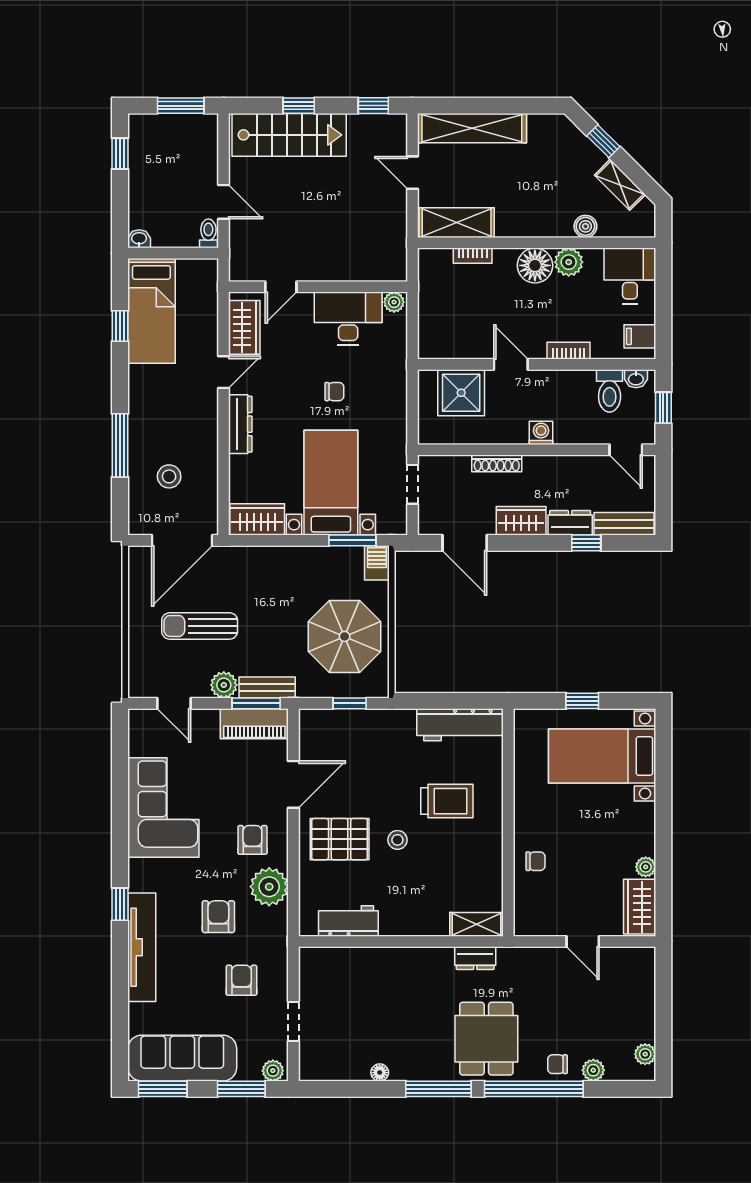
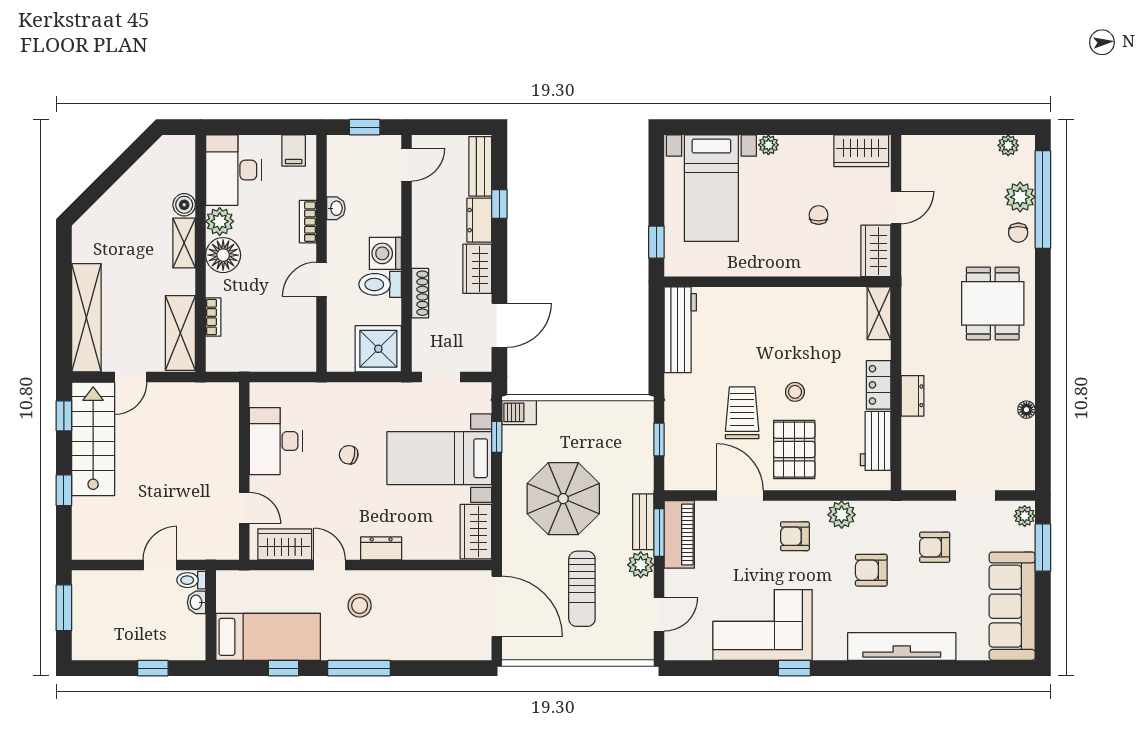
stairs: (289, 135) -> (93, 439), moved
window: (603, 141) -> (99, 187), removed
window: (120, 154) -> (153, 668), moved
shelving: (620, 185) -> (184, 243), moved, turned -45
washbasin: (139, 239) -> (197, 602), moved
desk: (630, 276) -> (233, 170), width x1.37
plant: (394, 302) -> (260, 395), removed
washbasin: (636, 379) -> (336, 208), moved
toilet: (610, 391) -> (380, 284), moved, turned 180
chair: (334, 392) -> (349, 455), turned -77
shower: (461, 393) -> (378, 349), moved
dresser: (240, 424) -> (381, 548), width x0.70
washing machine: (541, 433) -> (385, 253), width x1.38, depth x1.38
window: (120, 445) -> (359, 668), moved
stool: (169, 476) -> (360, 606), moved
window: (352, 540) -> (497, 437), width x0.67
parasol: (345, 636) -> (563, 499), moved
window: (582, 701) -> (656, 242), moved
trolley: (447, 801) -> (742, 413), moved
chair: (535, 861) -> (819, 215), moved
plant: (646, 867) -> (768, 145), moved
plant: (269, 887) -> (842, 515), width x0.73, depth x0.73
window: (120, 904) -> (794, 668), moved
wardrobe: (539, 921) -> (876, 251), added
locker: (405, 924) -> (879, 385), added
dresser: (475, 958) -> (913, 396), moved
dining table: (486, 1039) -> (993, 303), turned 90
plant: (593, 1070) -> (1020, 197), width x1.38, depth x1.38
window: (163, 1089) -> (1043, 626), removed
window: (438, 1089) -> (1043, 351), removed
window: (534, 1089) -> (1043, 200), moved

